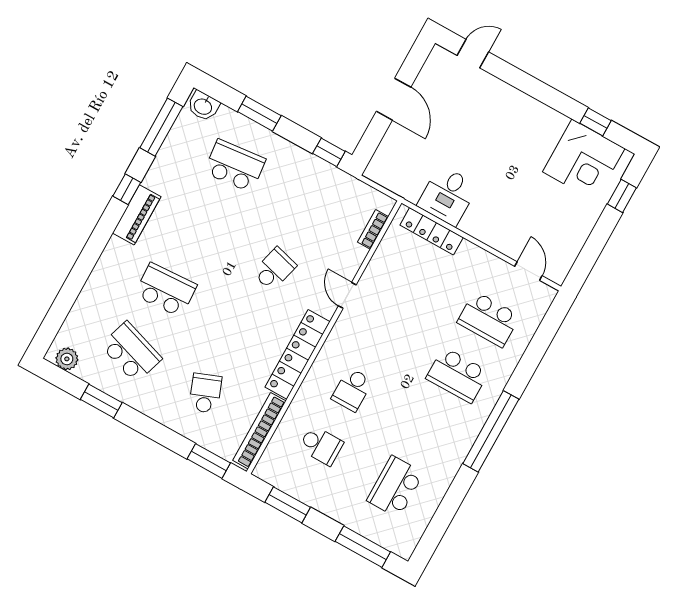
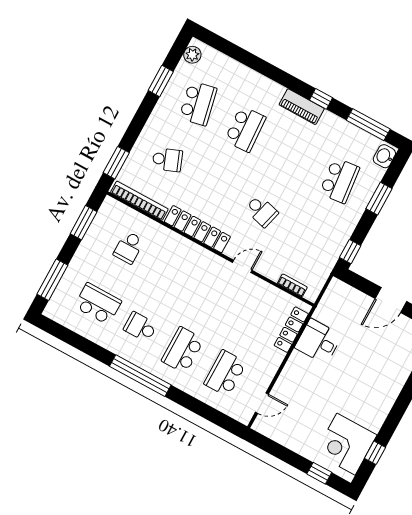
school desk: (131, 352) -> (198, 103), turned -30
school desk: (352, 390) -> (140, 327), moved

